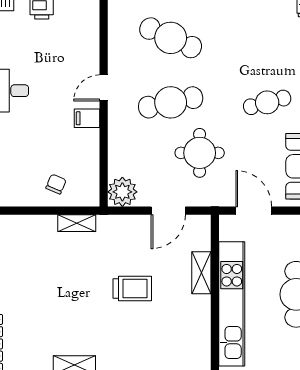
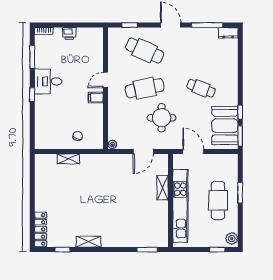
cafe table: (267, 102) -> (201, 88), turned 36
plant: (122, 192) -> (112, 145), width x0.53, depth x0.53
shelving: (77, 223) -> (68, 159), moved
trolley: (132, 288) -> (122, 197), removed

